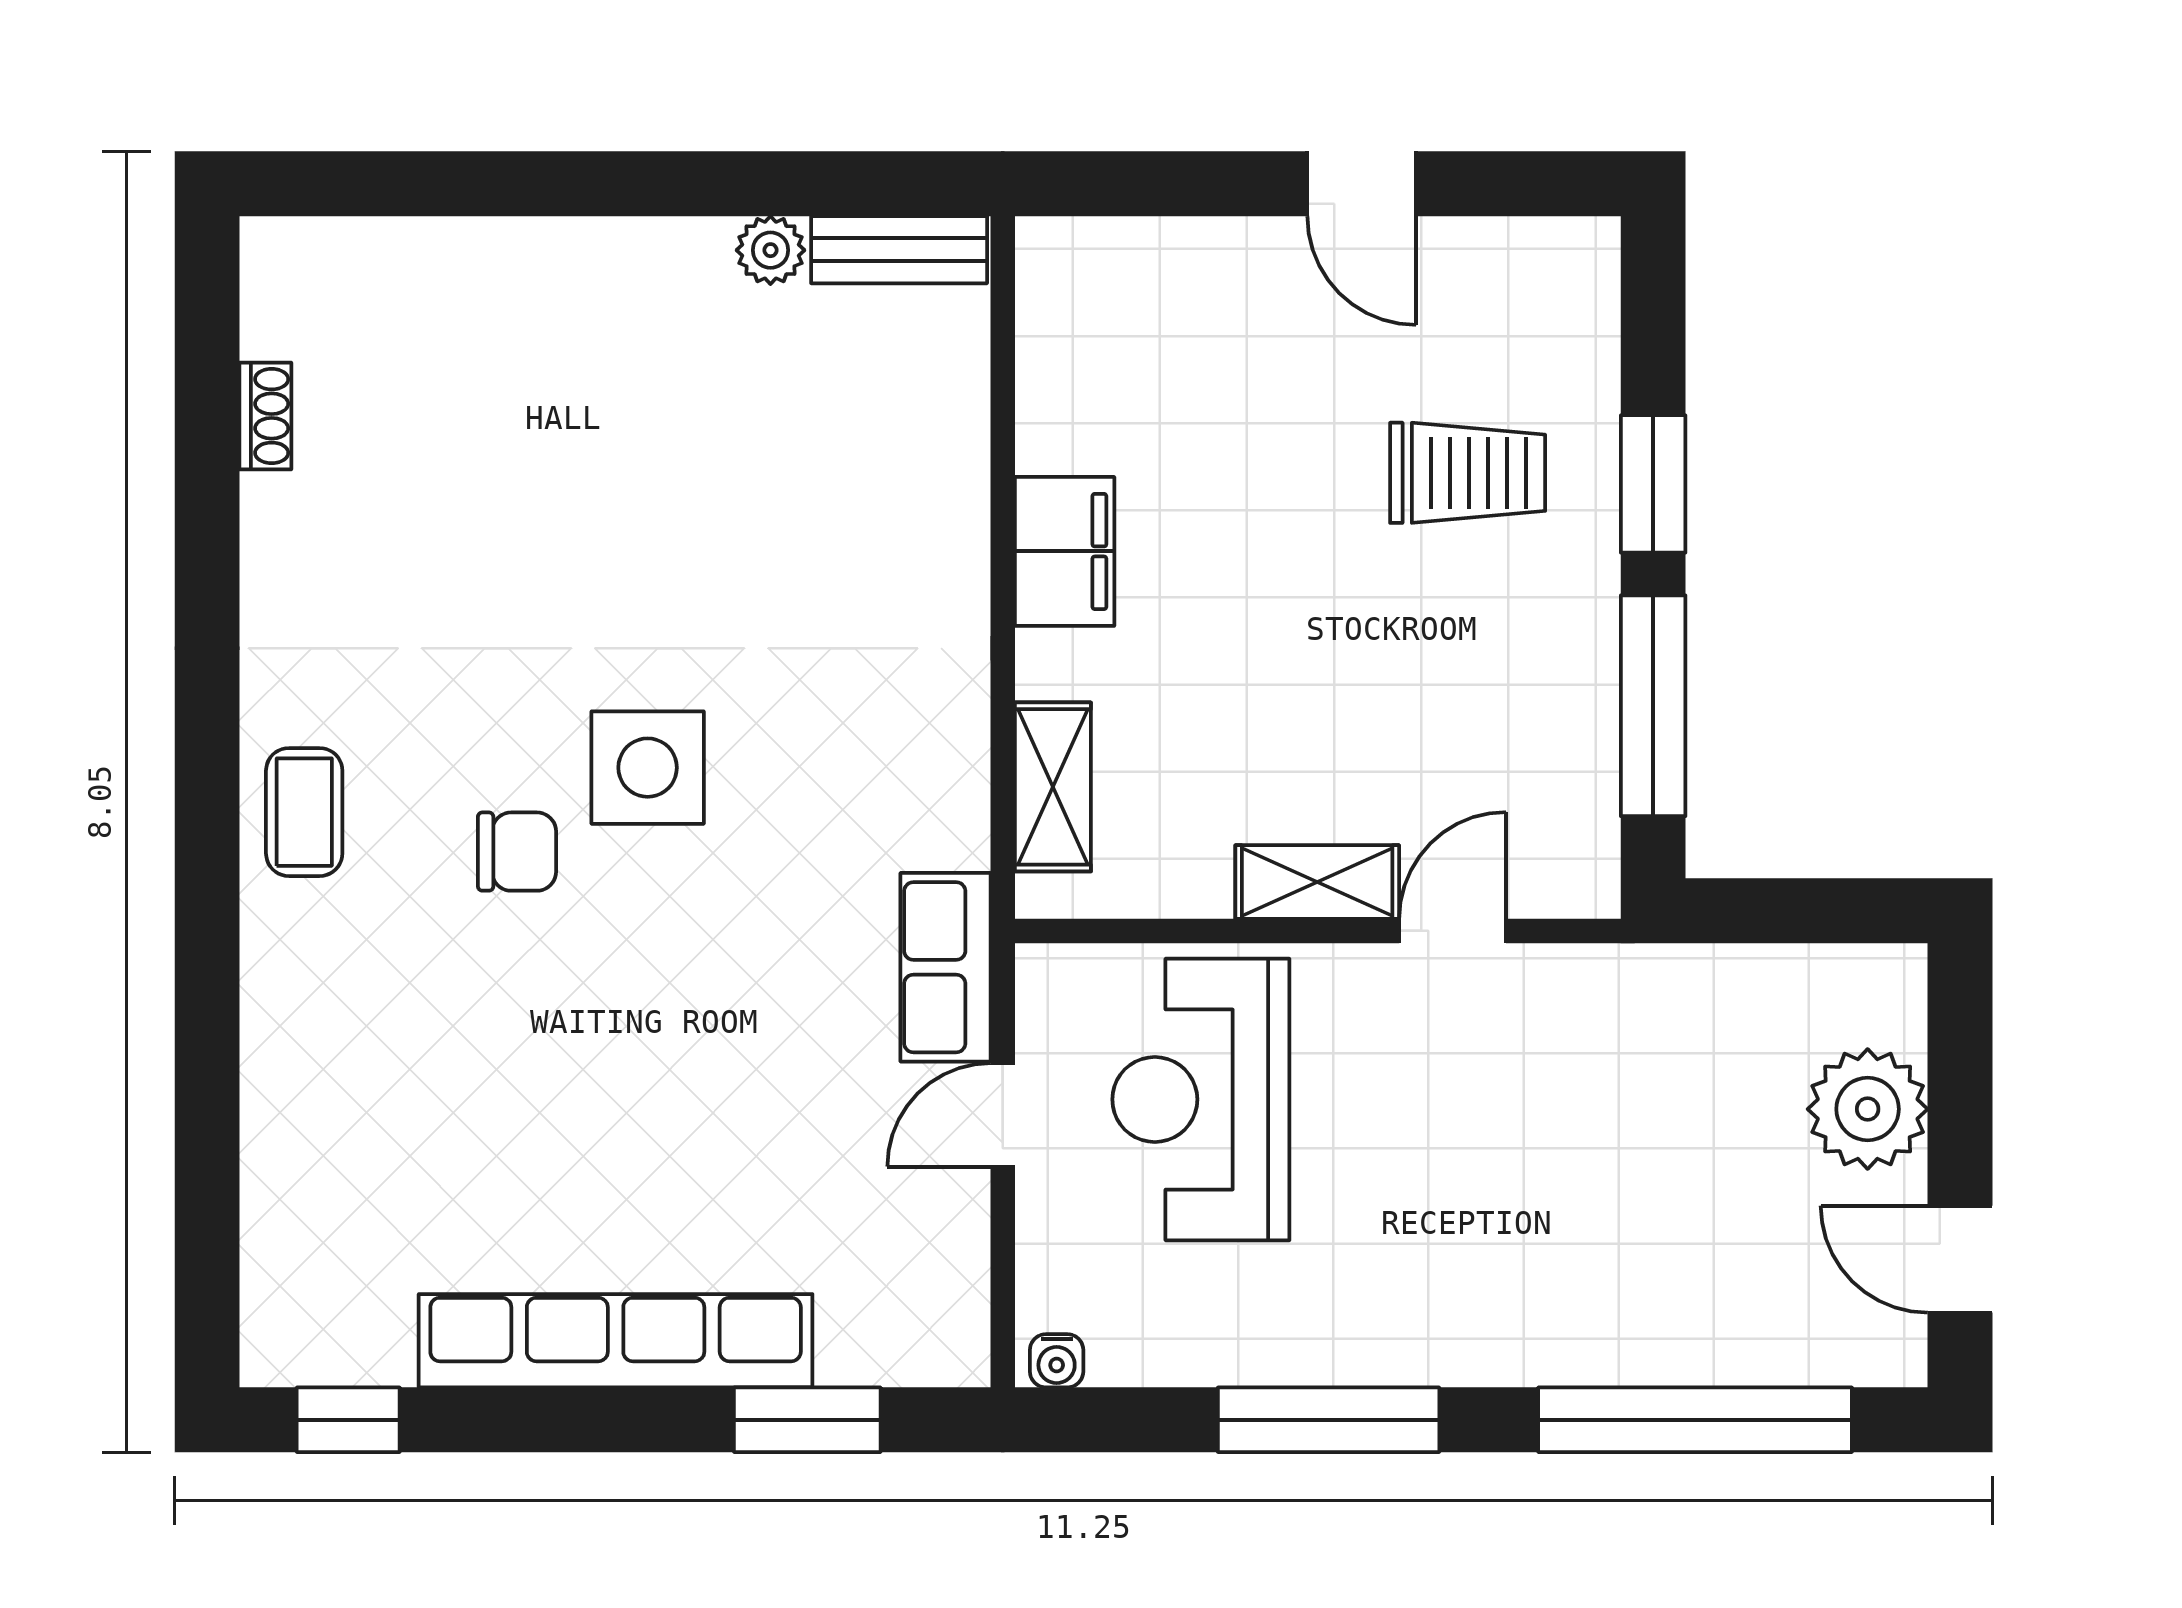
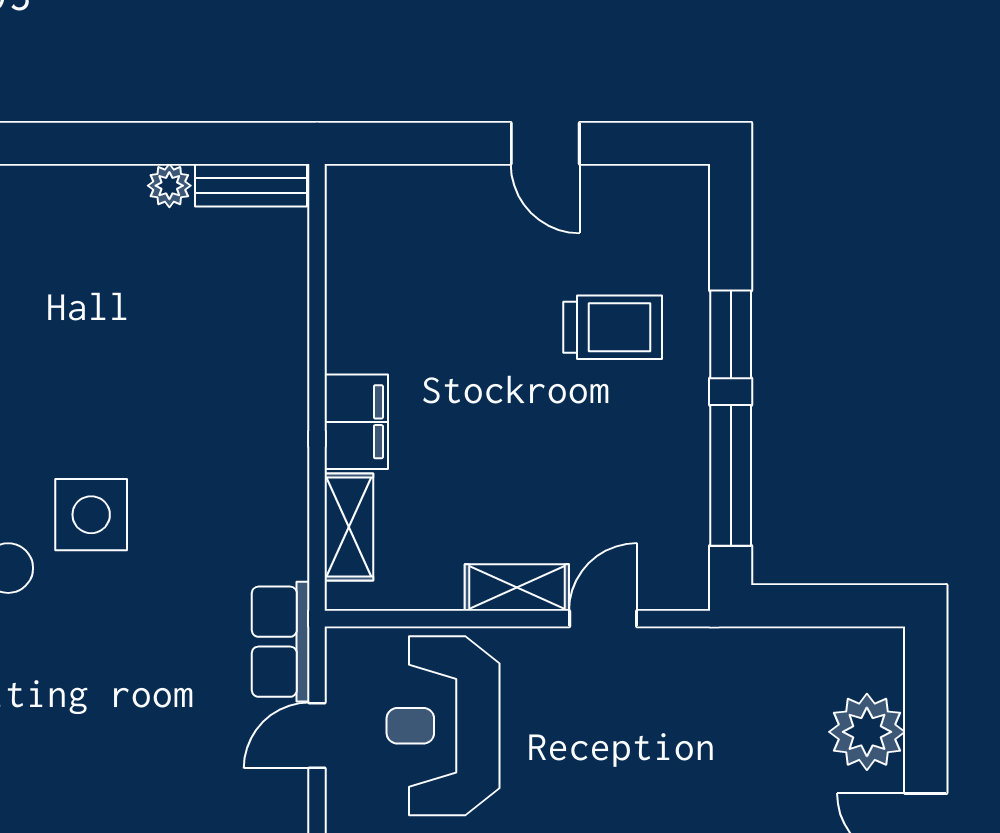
filing cabinet: (1065, 551) -> (356, 422), moved

